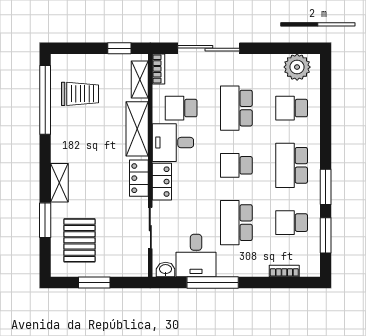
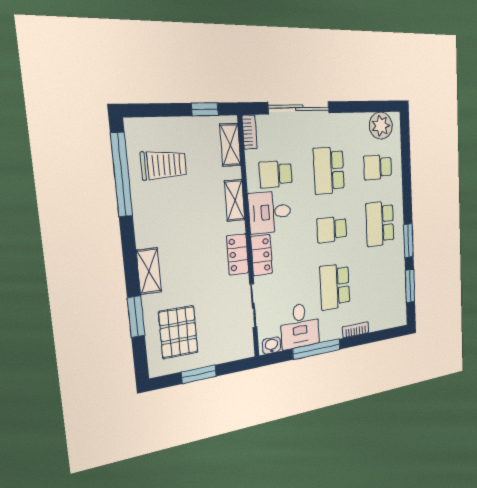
shelving: (137, 129) -> (235, 200), width x0.67, depth x0.75
school desk: (292, 223) -> (382, 279), removed
bookcase: (284, 271) -> (356, 330), moved

